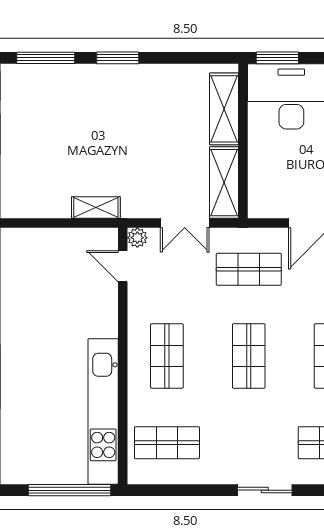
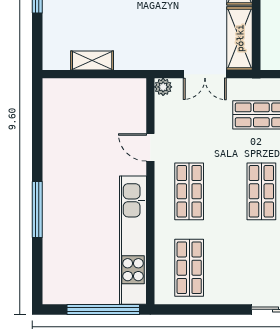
shelving: (96, 208) -> (92, 60), moved
door: (123, 266) -> (150, 147), moved
shop shelf: (167, 443) -> (189, 268), turned 90

